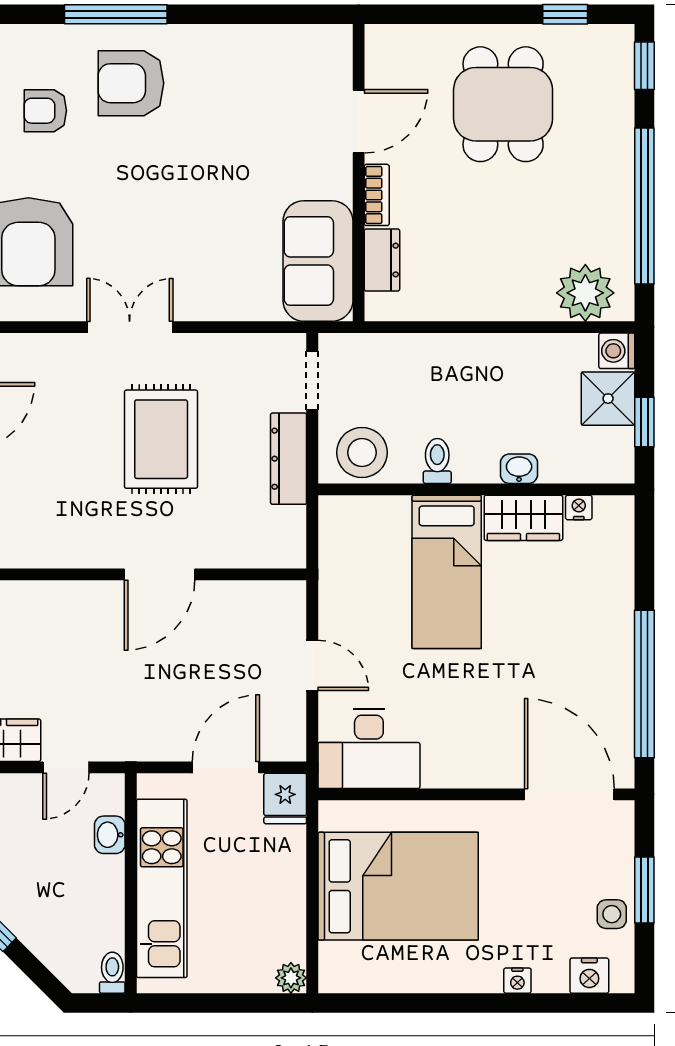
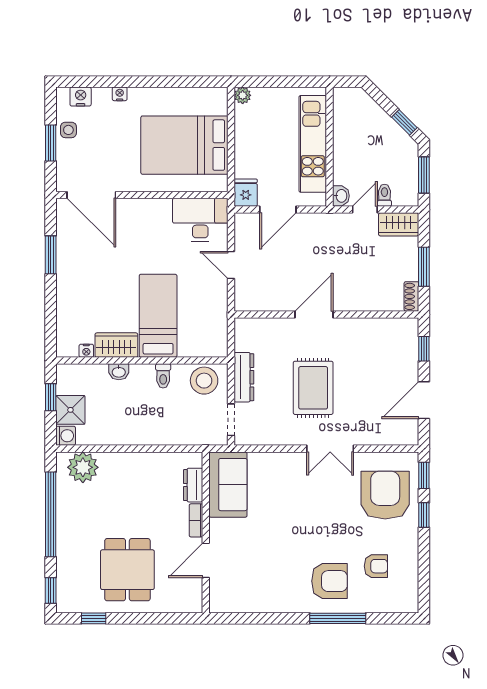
window: (644, 684) -> (51, 255), width x0.47
washbasin: (110, 835) -> (341, 196), moved
toilet: (112, 973) -> (384, 195), moved, turned 180

